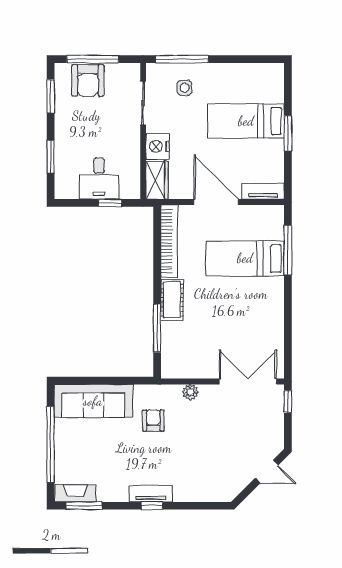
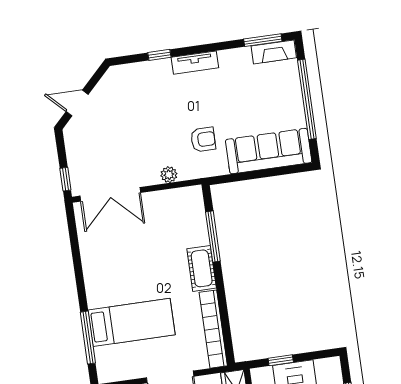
armchair: (153, 421) -> (203, 139), turned -90
window: (152, 506) -> (159, 55), moved

